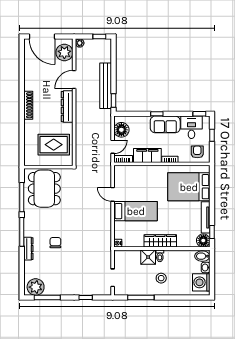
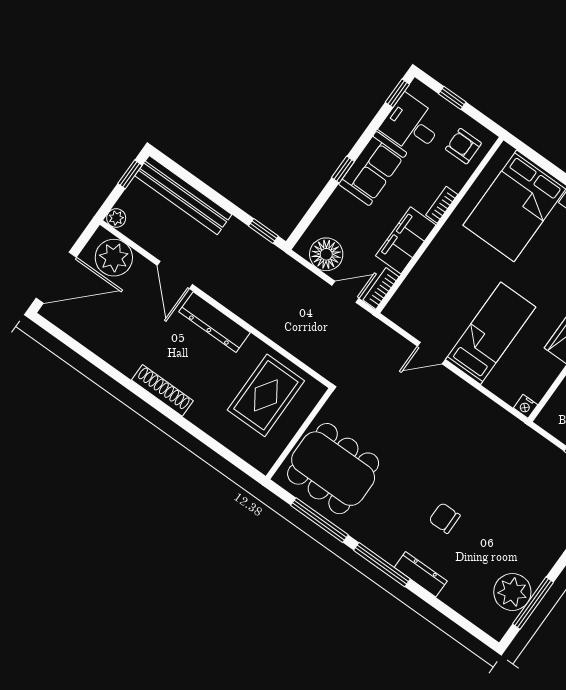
bench: (106, 86) -> (183, 195), moved
door: (113, 147) -> (345, 292), hinge flipped
plant: (36, 287) -> (512, 592), moved

